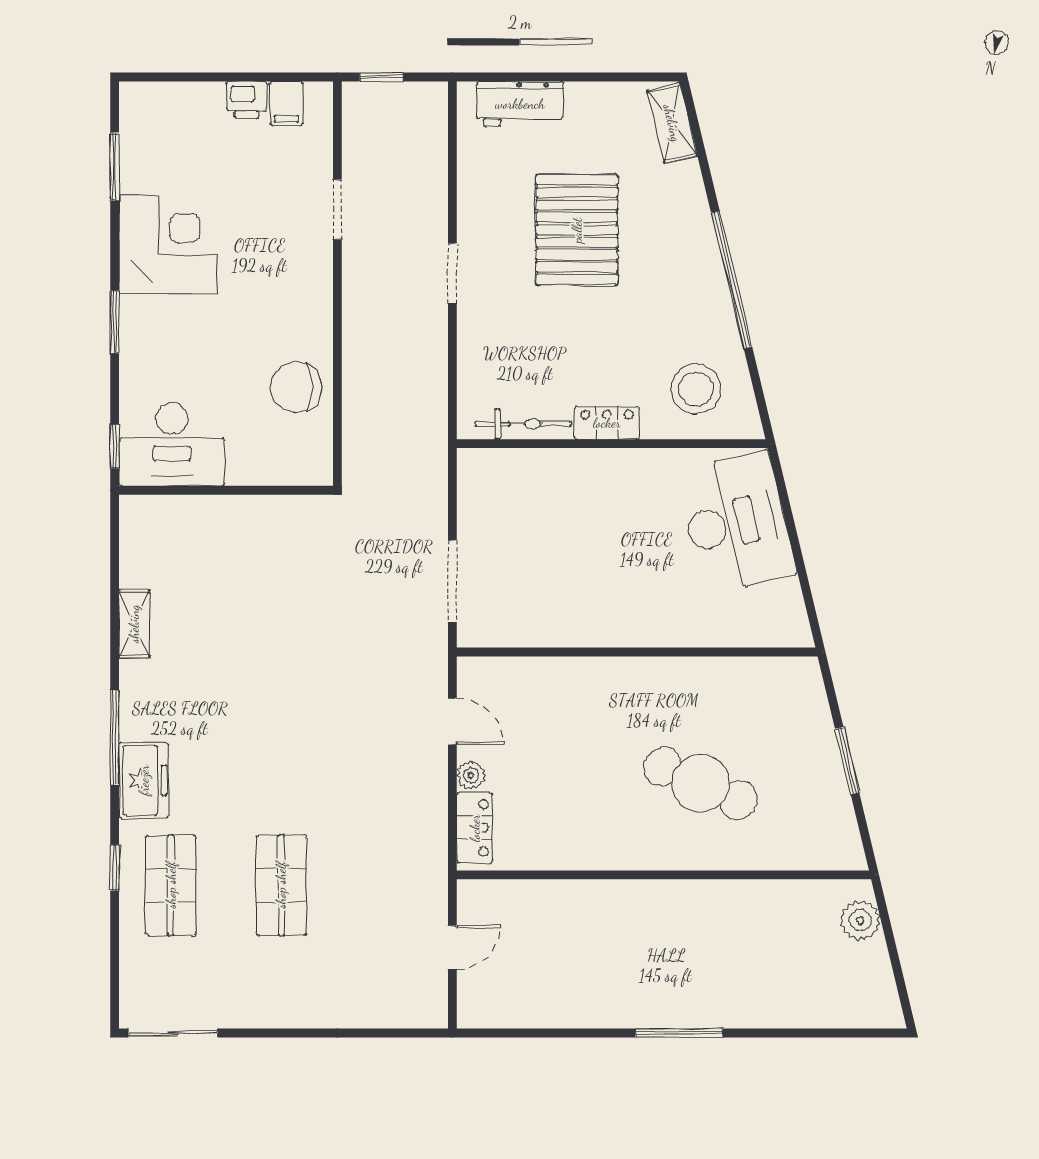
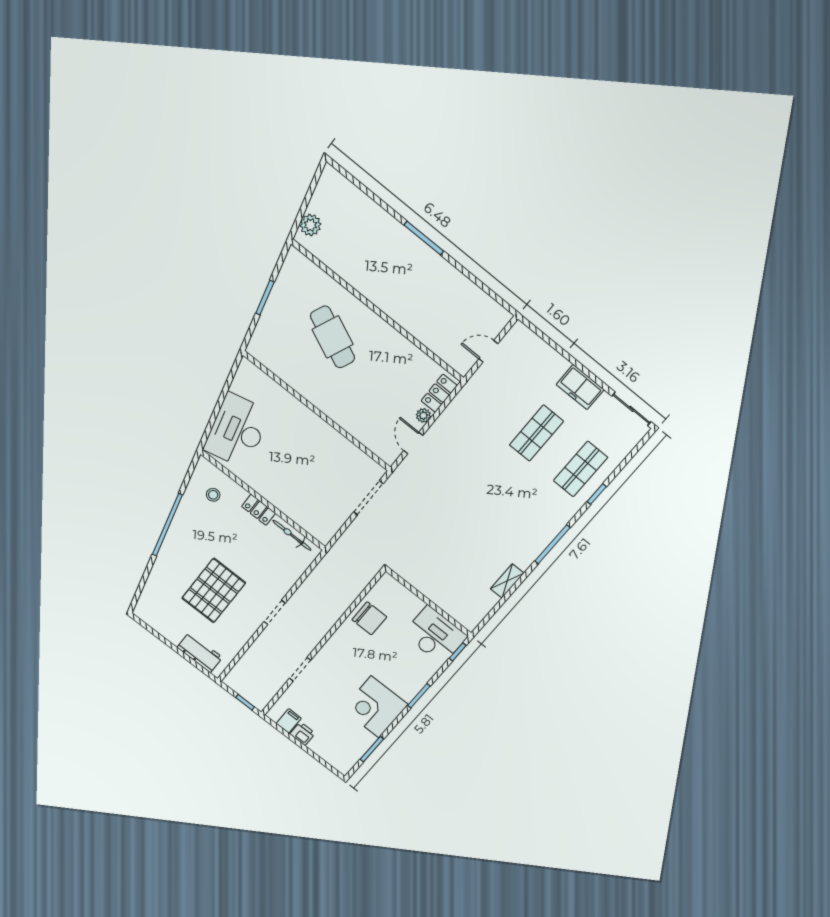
shelving: (672, 123) -> (146, 600), removed
stool: (696, 389) -> (213, 495), width x0.53, depth x0.53
freezer: (144, 780) -> (580, 387), moved, turned -90

